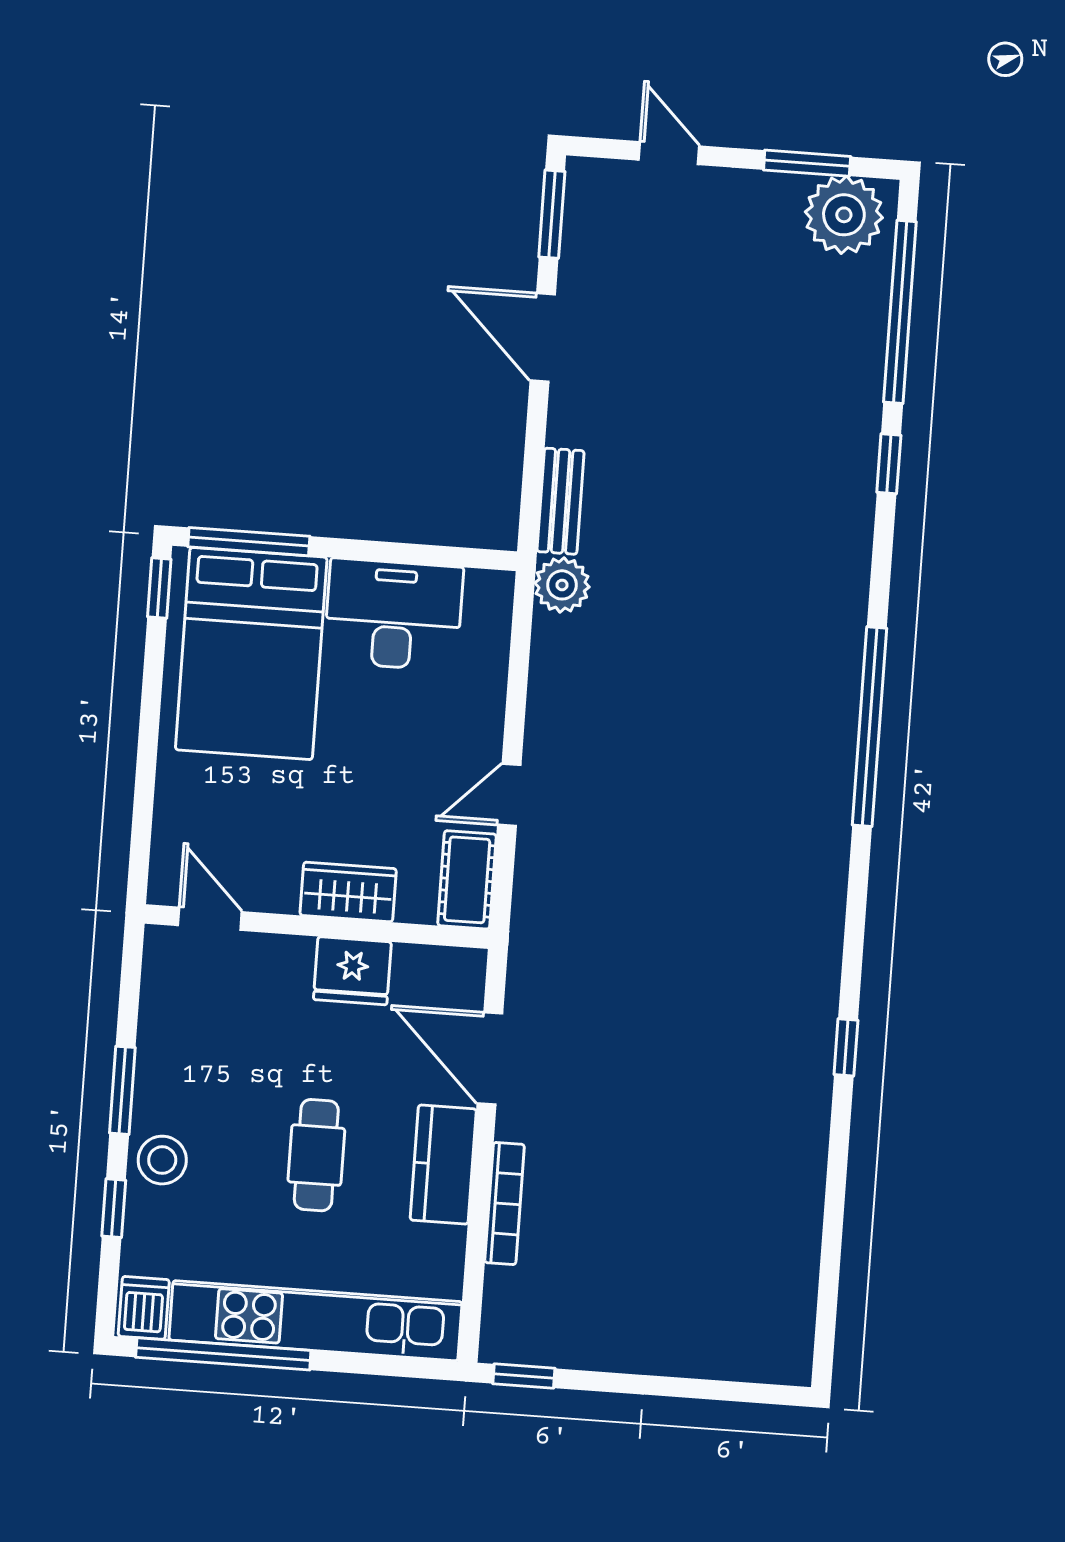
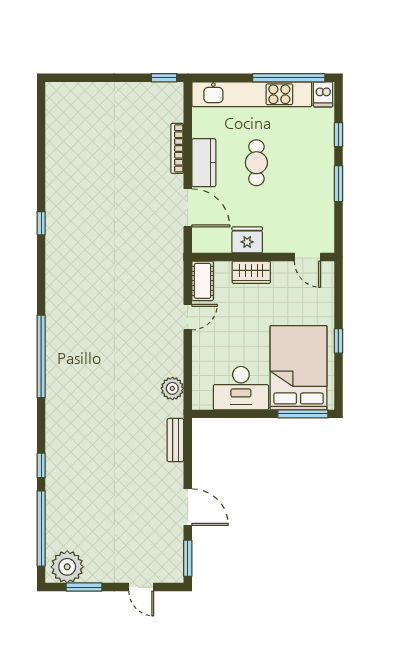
plant: (562, 585) -> (172, 388), moved
window: (159, 588) -> (338, 341), moved
stool: (162, 1160) -> (320, 156), removed

